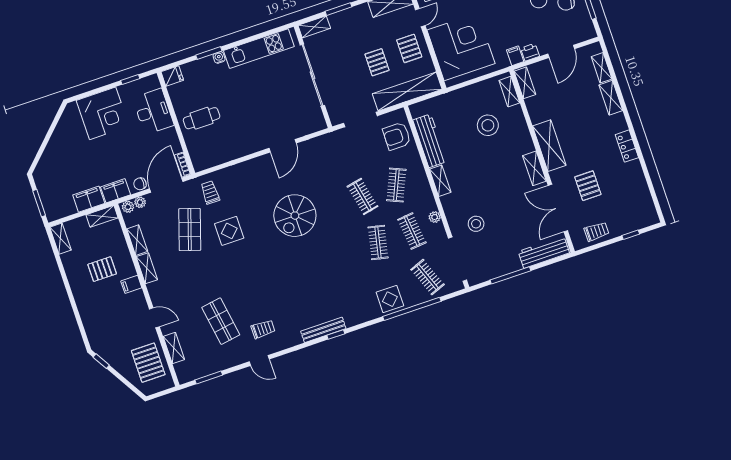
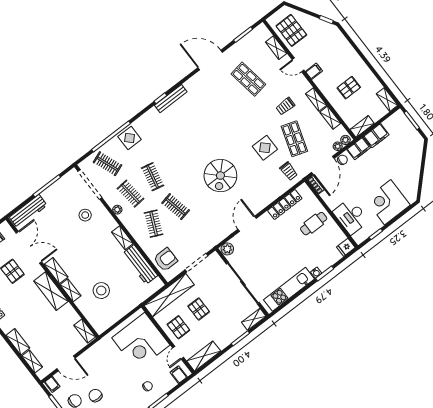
door: (561, 51) -> (66, 363), swing flipped
printer: (530, 52) -> (89, 355), removed
filing cabinet: (515, 56) -> (52, 384), moved
shelving: (509, 92) -> (70, 290), moved
plant: (317, 123) -> (227, 249), added
locker: (229, 154) -> (285, 204), added
spiral stairs: (295, 216) -> (220, 176), turned 180
filing cabinet: (131, 284) -> (314, 71), moved
trolley: (263, 329) -> (285, 106), moved
door: (259, 360) -> (210, 60), width x1.88

